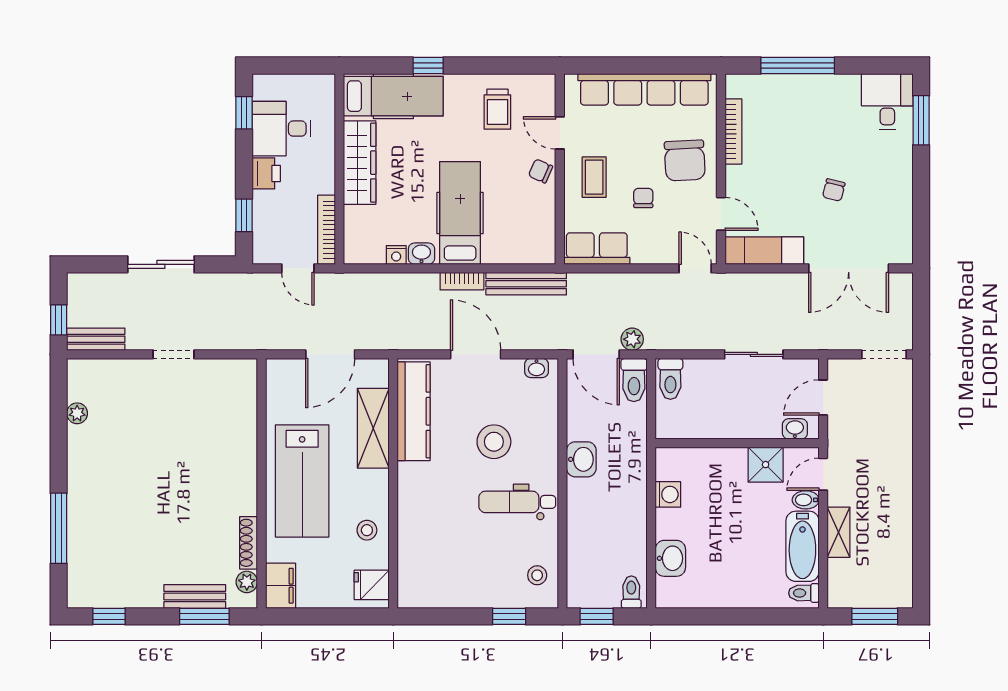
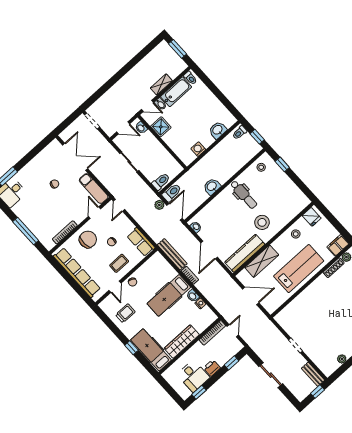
stool: (494, 442) -> (262, 222), moved

